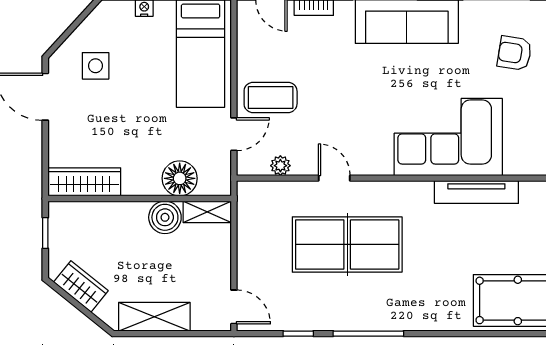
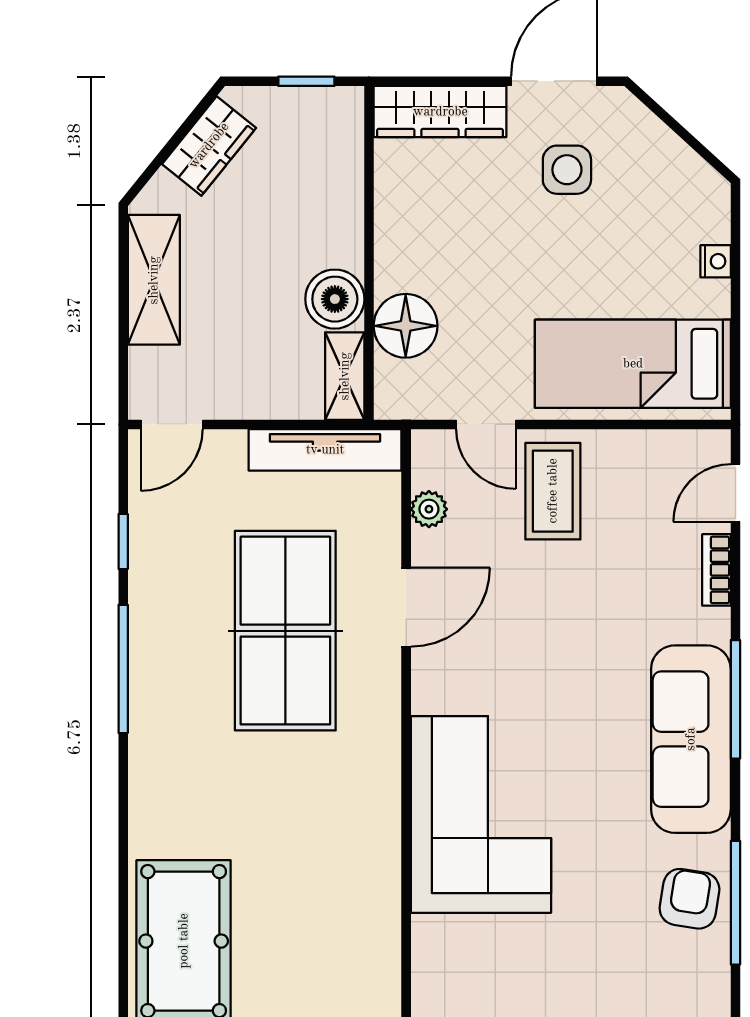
armchair: (514, 53) -> (689, 899), moved
side table: (96, 66) -> (567, 170), moved
door: (334, 178) -> (406, 607), width x1.38
wardrobe: (84, 182) -> (440, 112), moved, turned 90
tv unit: (476, 192) -> (325, 450), moved, turned -90

